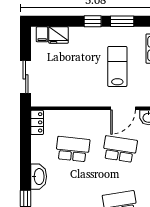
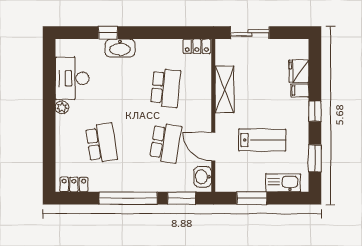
window: (122, 21) -> (315, 158), moved
filing cabinet: (42, 34) -> (300, 90), moved
shelving: (74, 99) -> (225, 89), added
washbasin: (39, 177) -> (120, 48), moved

